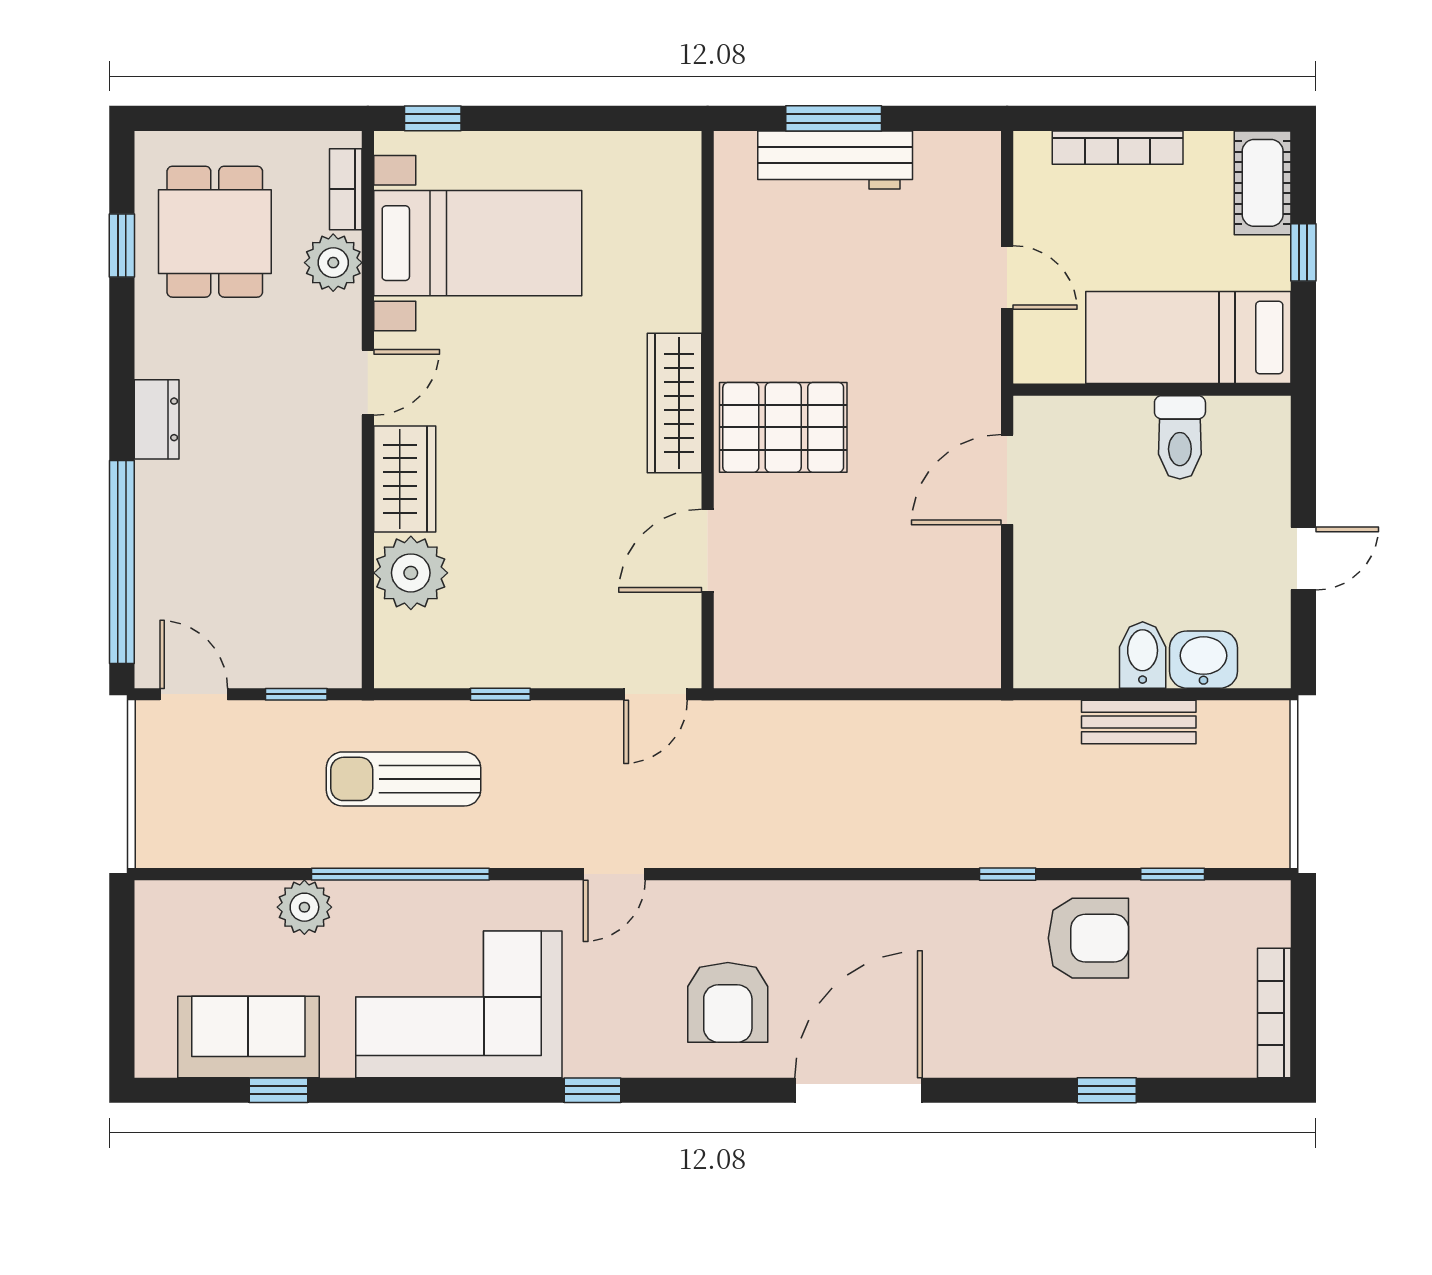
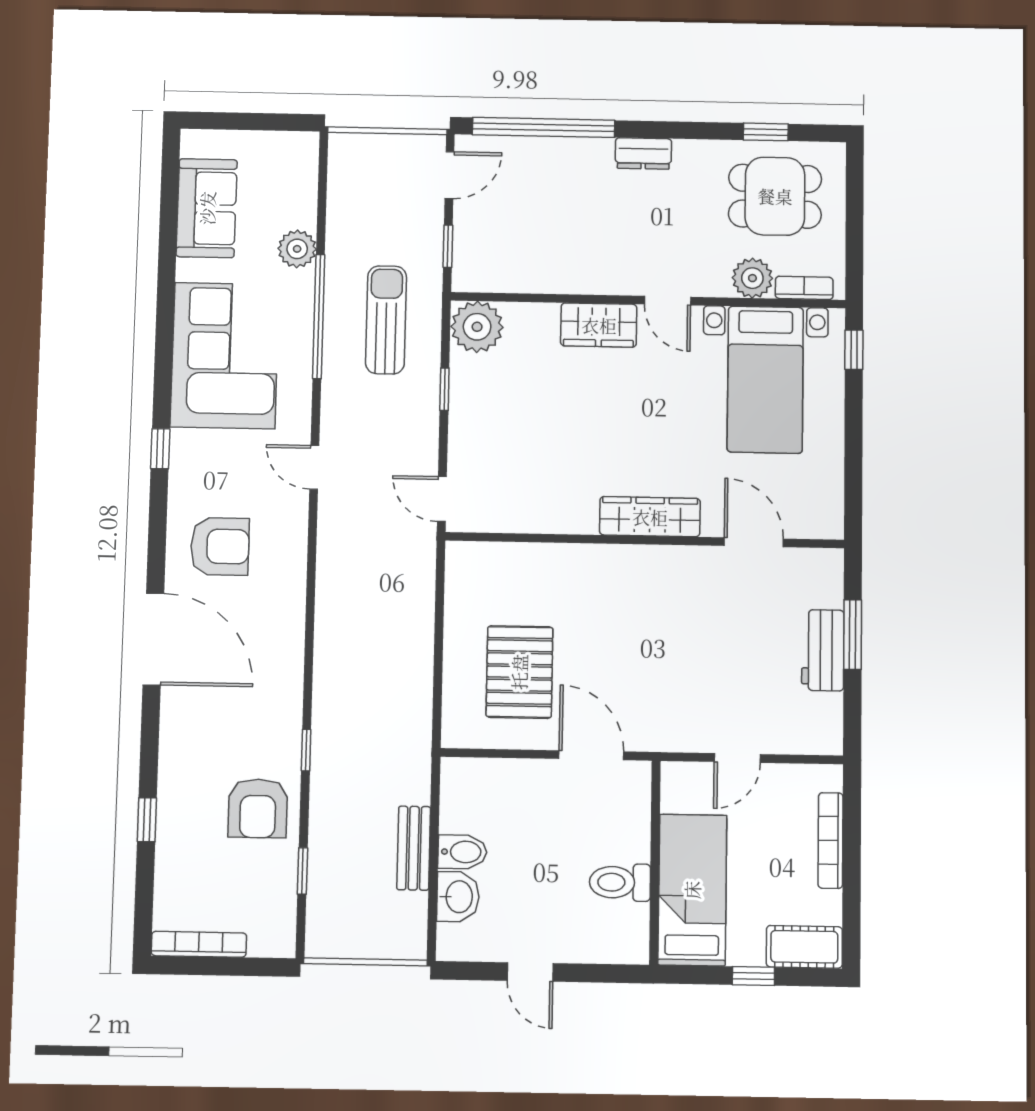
workbench: (835, 160) -> (823, 650), width x0.73
pallet: (783, 427) -> (519, 672), moved
door: (708, 551) -> (754, 542), moved
plant: (411, 573) -> (477, 327), moved
armchair: (728, 1002) -> (220, 546), turned 180
window: (279, 1090) -> (168, 228), removed

